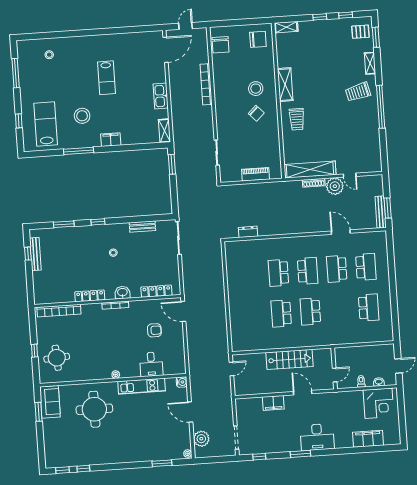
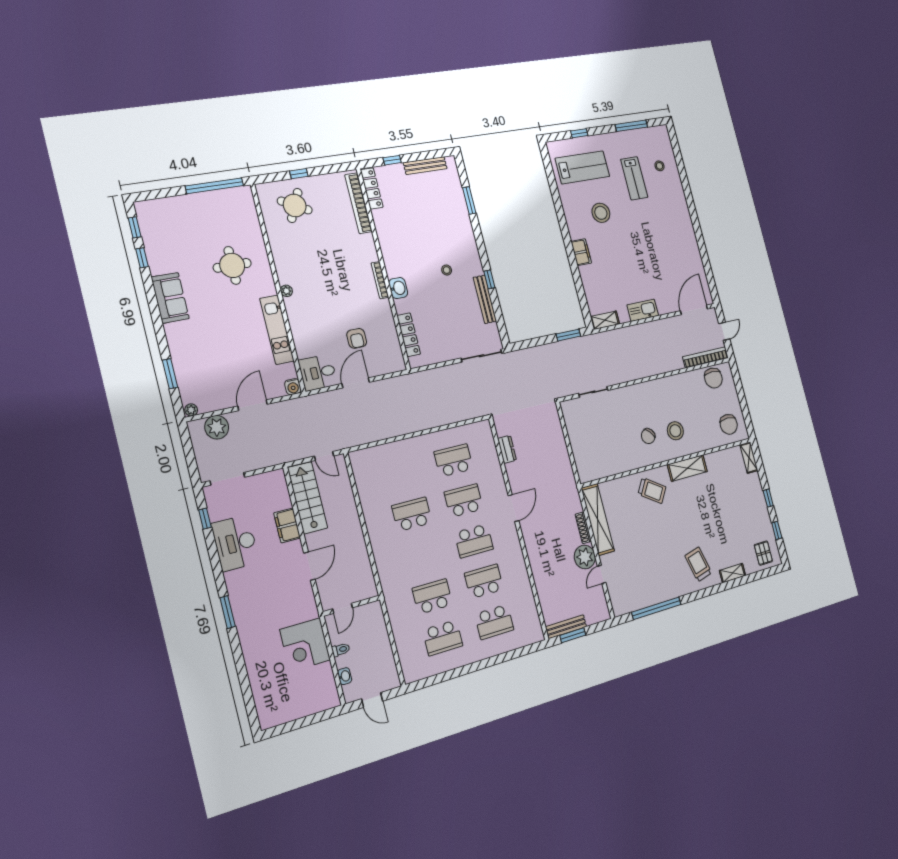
door: (186, 26) -> (724, 331), hinge flipped
window: (376, 37) -> (762, 574), removed
chair: (220, 45) -> (713, 378), turned -90
door: (166, 50) -> (694, 310), swing flipped
lab bench: (107, 78) -> (634, 178), moved, turned -90
bookcase: (206, 84) -> (706, 357), moved
window: (381, 107) -> (656, 608), moved
trolley: (297, 119) -> (652, 490), turned -147
window: (79, 151) -> (560, 212), removed
piano: (256, 174) -> (578, 448), removed
window: (98, 222) -> (489, 279), moved
bench: (142, 227) -> (485, 299), width x1.36
door: (341, 232) -> (513, 508), moved
window: (28, 254) -> (392, 160), moved
school desk: (249, 275) -> (454, 460), added
locker: (90, 296) -> (372, 188), moved
door: (183, 311) -> (356, 383), moved
school desk: (310, 311) -> (432, 597), moved
round table: (57, 358) -> (295, 205), turned 31
stairs: (290, 359) -> (307, 498), moved, turned 180
desk: (151, 364) -> (318, 373), moved
door: (335, 375) -> (343, 608), hinge flipped
sofa: (50, 402) -> (170, 298), moved, turned -90
corner desk: (378, 403) -> (305, 645), moved
round table: (94, 409) -> (232, 265), width x0.73, depth x0.73
window: (39, 412) -> (214, 186), width x2.11
desk: (317, 437) -> (235, 543), moved
filing cabinet: (368, 439) -> (260, 679), removed
window: (301, 454) -> (228, 612), moved

